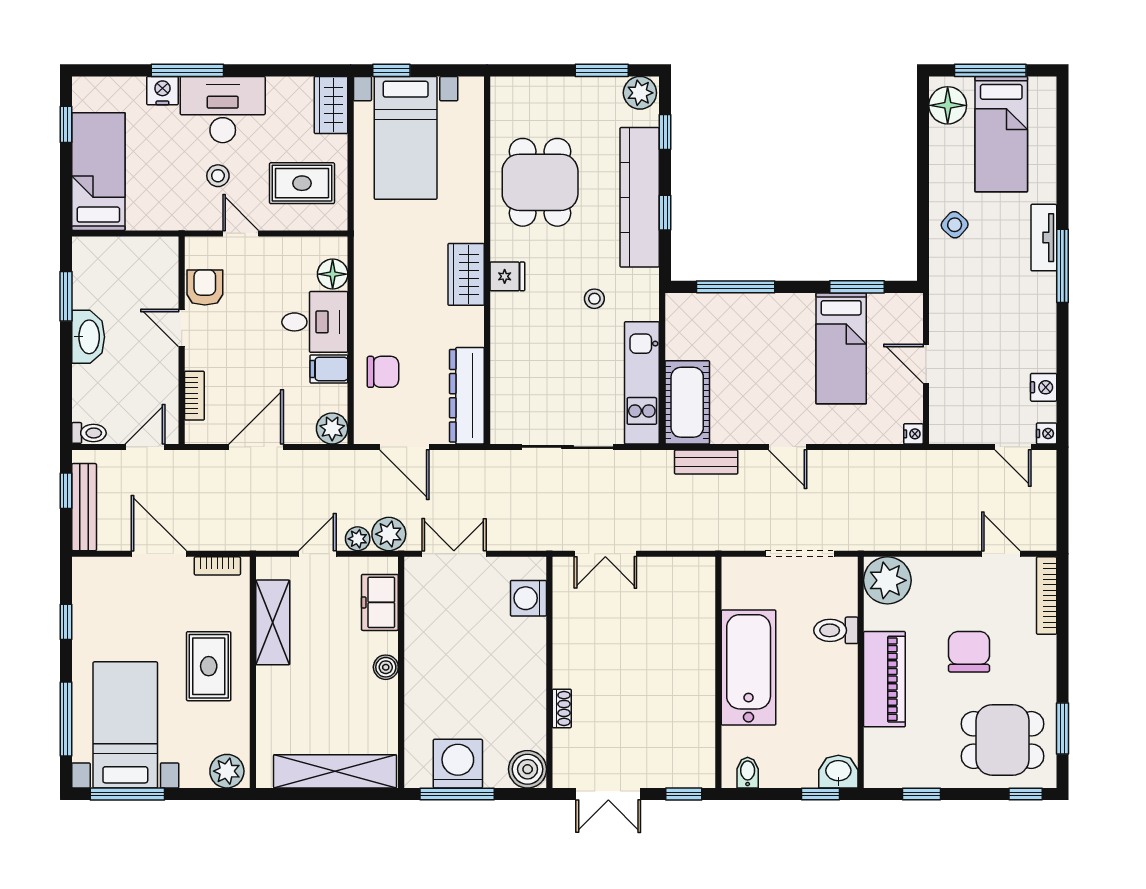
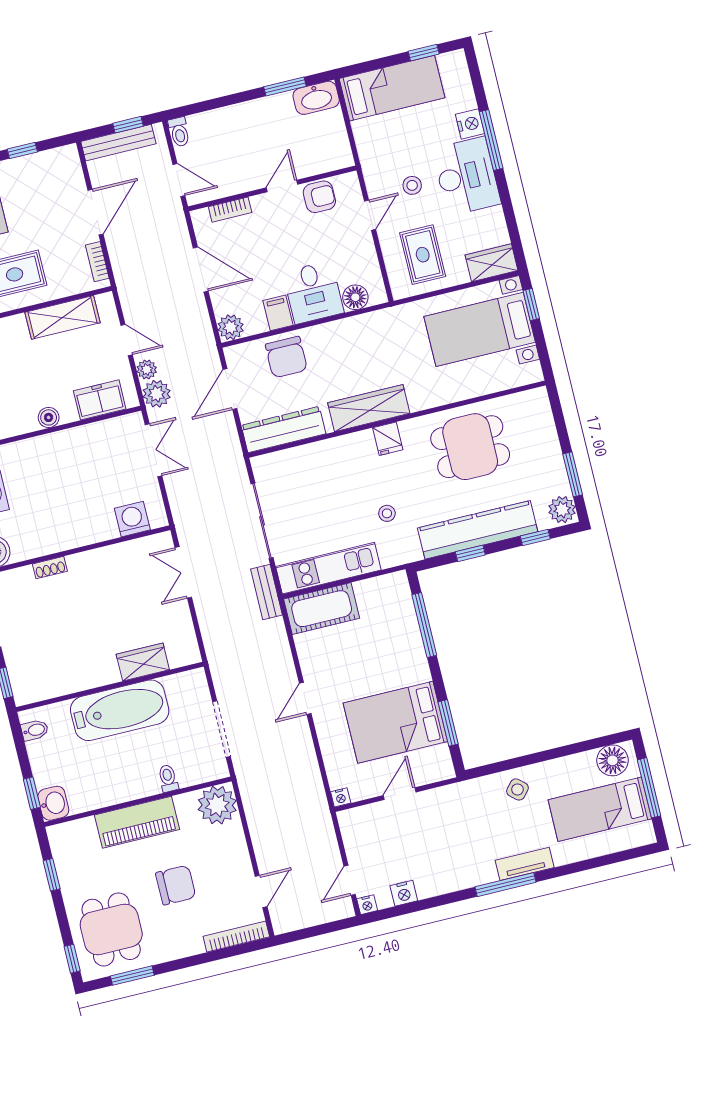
wardrobe: (466, 274) -> (369, 408), width x1.50
washbasin: (88, 337) -> (316, 98), moved
bed: (841, 348) -> (395, 722), width x1.50
chair: (383, 372) -> (286, 357), width x1.37, depth x1.37
bench: (706, 462) -> (267, 592), moved
wardrobe: (699, 627) -> (143, 662), added
toilet: (836, 630) -> (168, 778), width x0.73, depth x0.72

